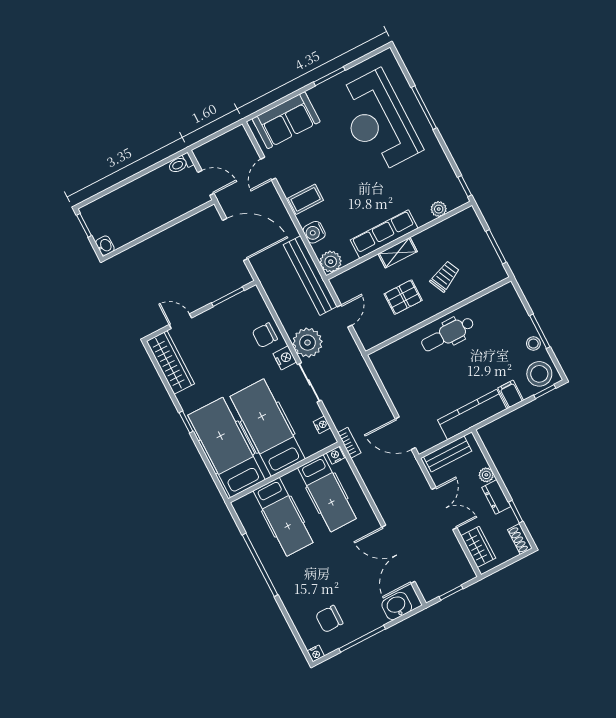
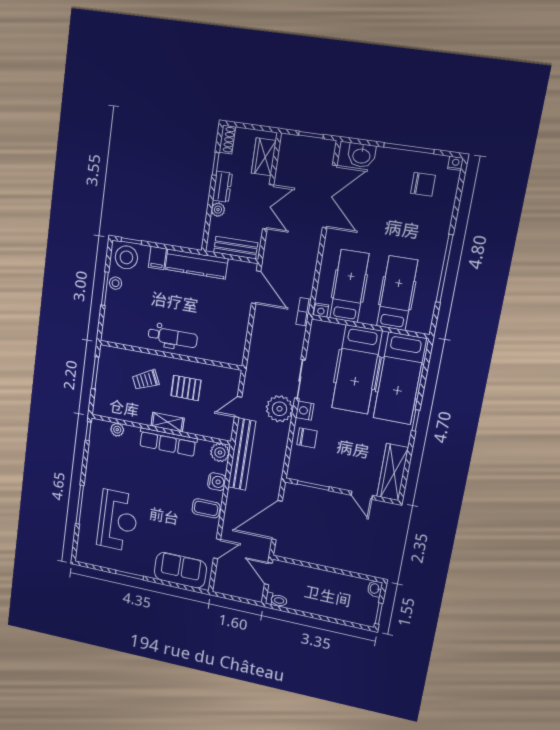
reception desk: (378, 121) -> (118, 521), width x0.74, depth x0.77
door: (235, 239) -> (277, 520), hinge flipped
nightstand: (322, 425) -> (314, 341), removed
double door: (444, 509) -> (268, 207), swing flipped

